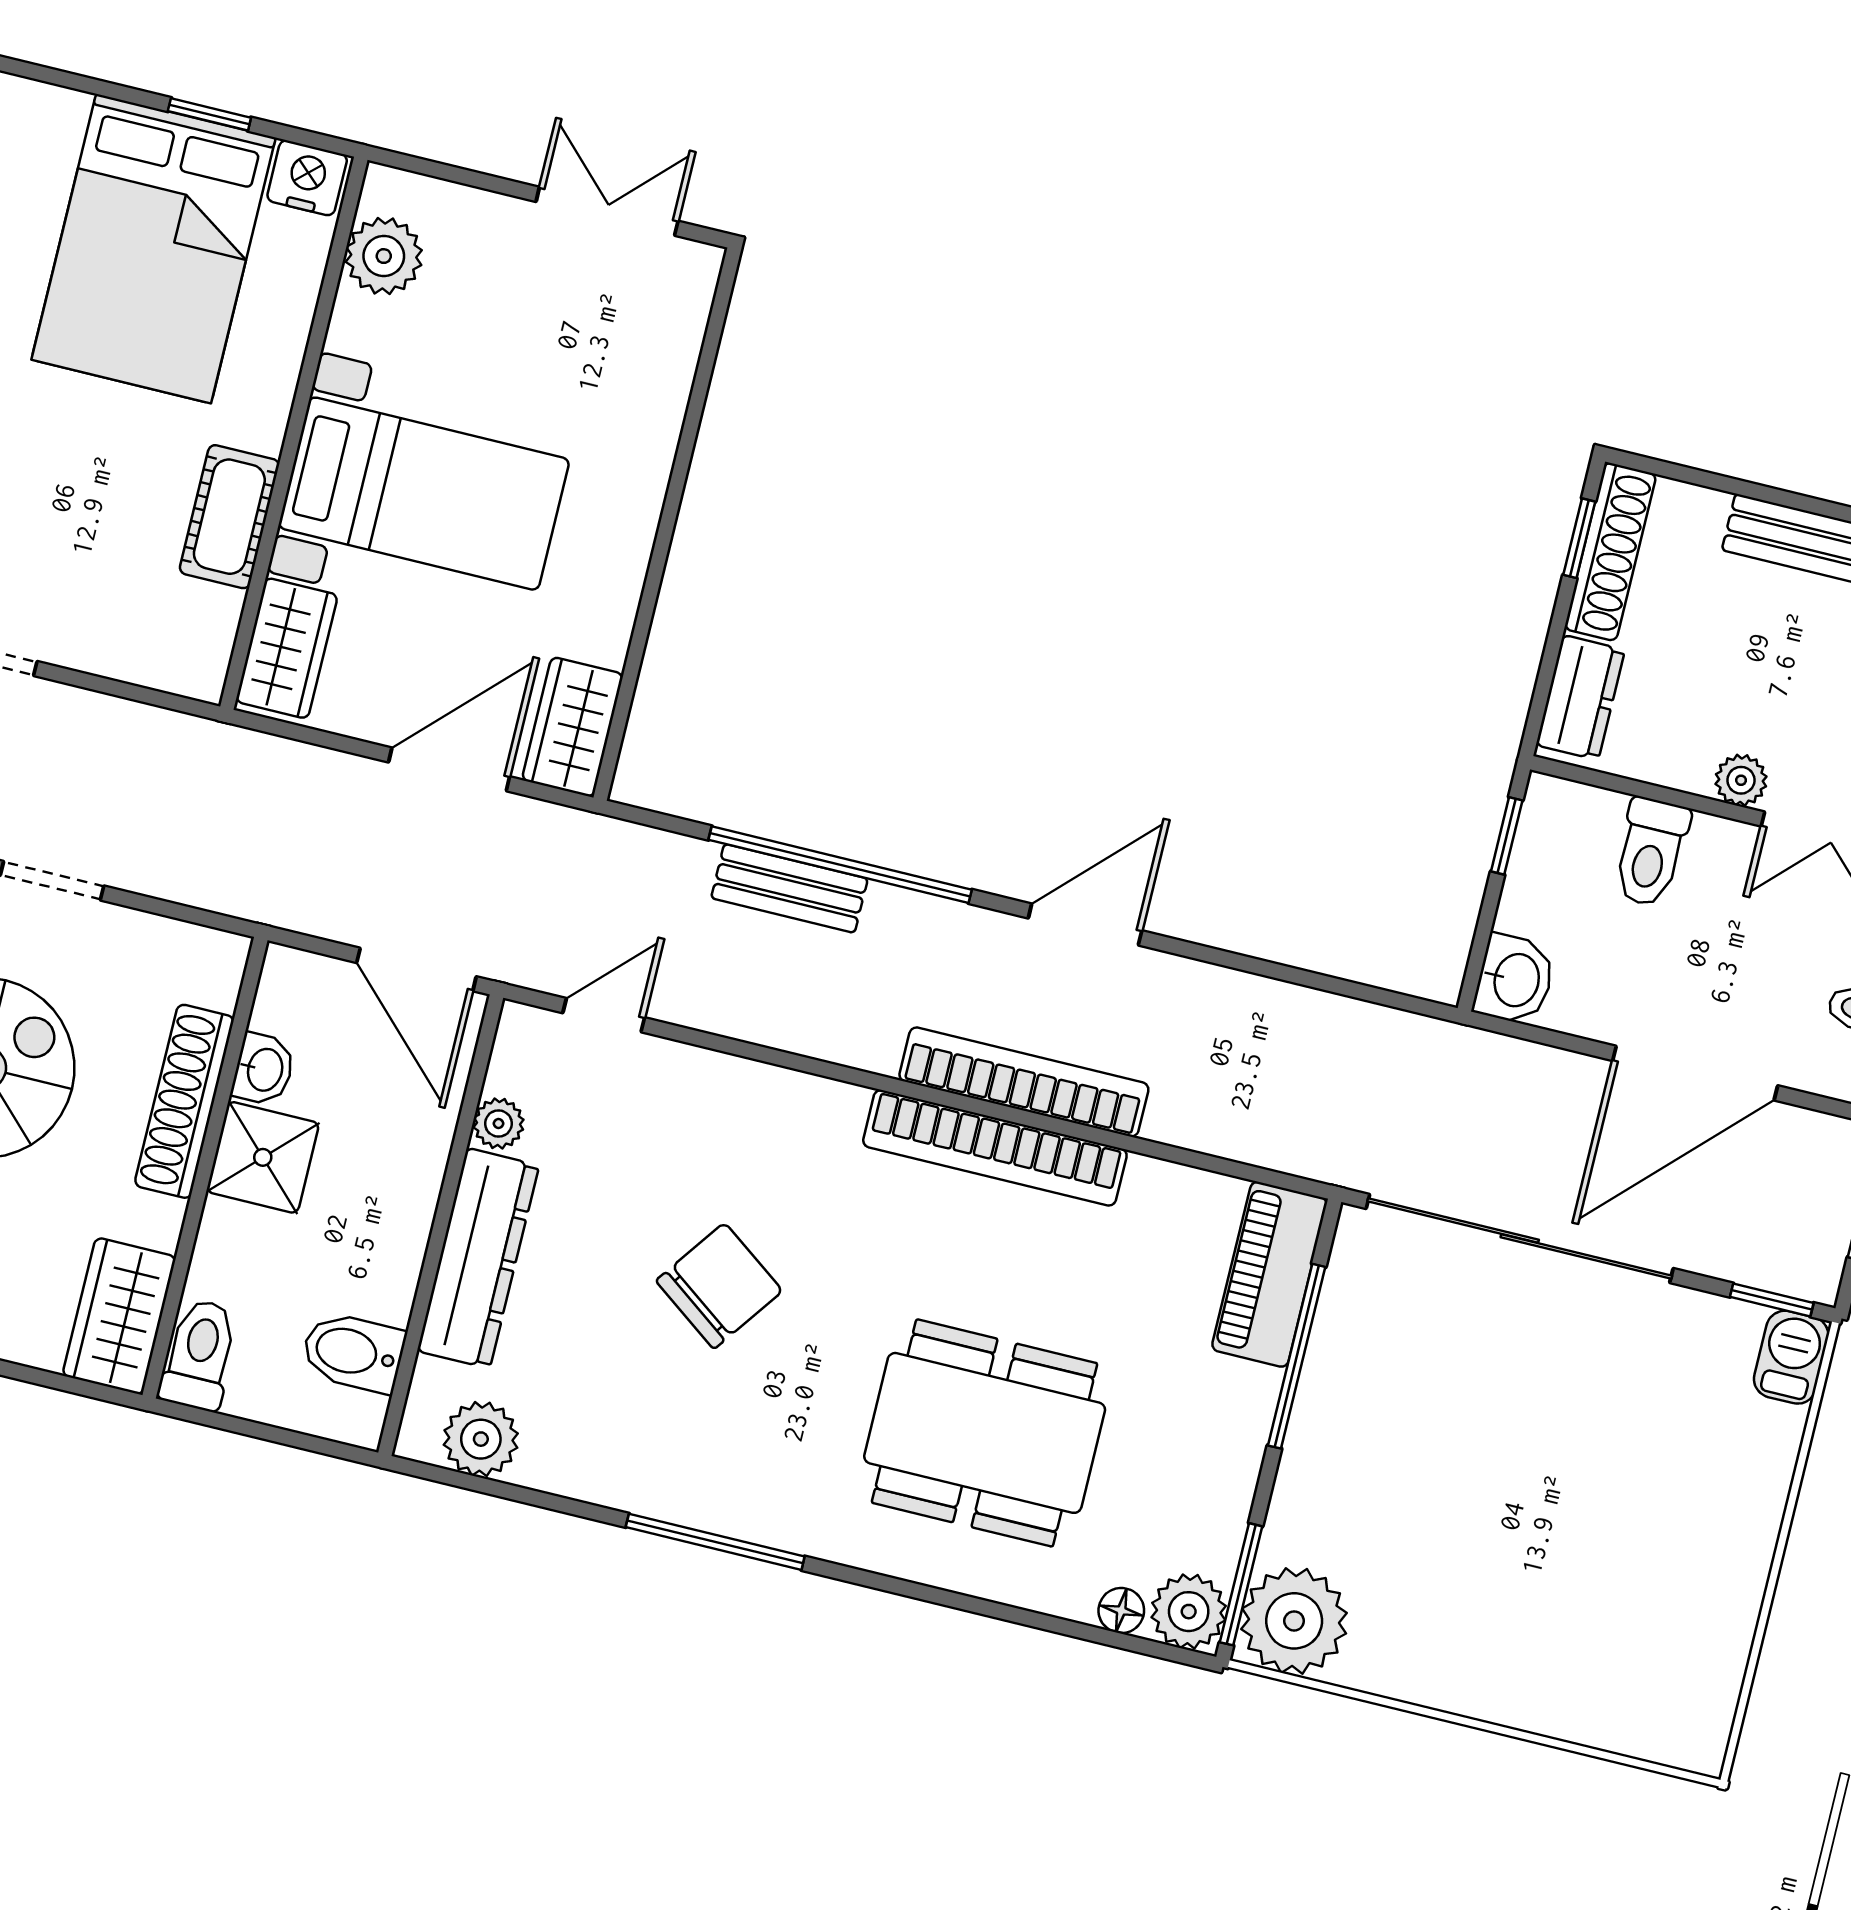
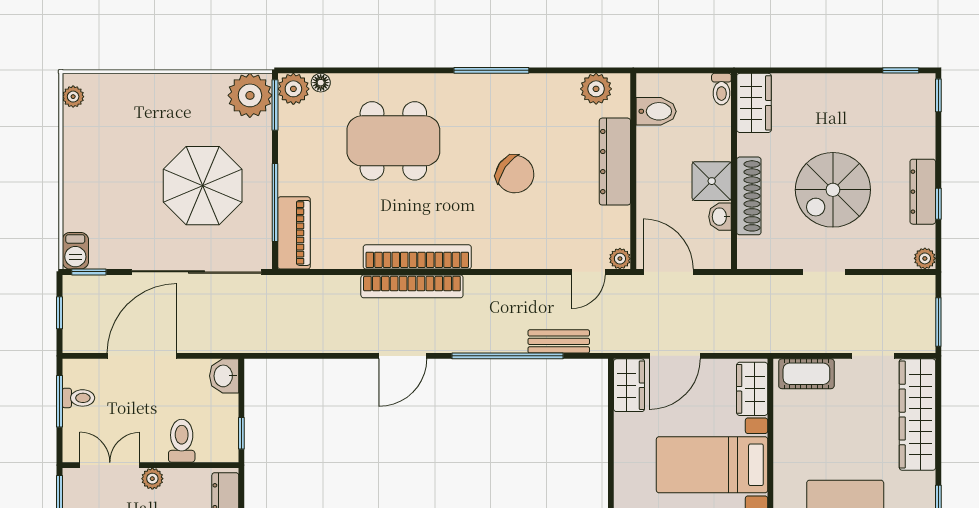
cot: (229, 517) -> (806, 374), moved, turned 90
bench: (789, 888) -> (559, 341), moved
plant: (498, 1124) -> (620, 259), moved
chair: (719, 1286) -> (515, 174), turned -91
toilet: (199, 1355) -> (721, 89), width x0.73, depth x0.72
parasol: (1456, 1437) -> (203, 186), added
plant: (1708, 1719) -> (73, 97), added

